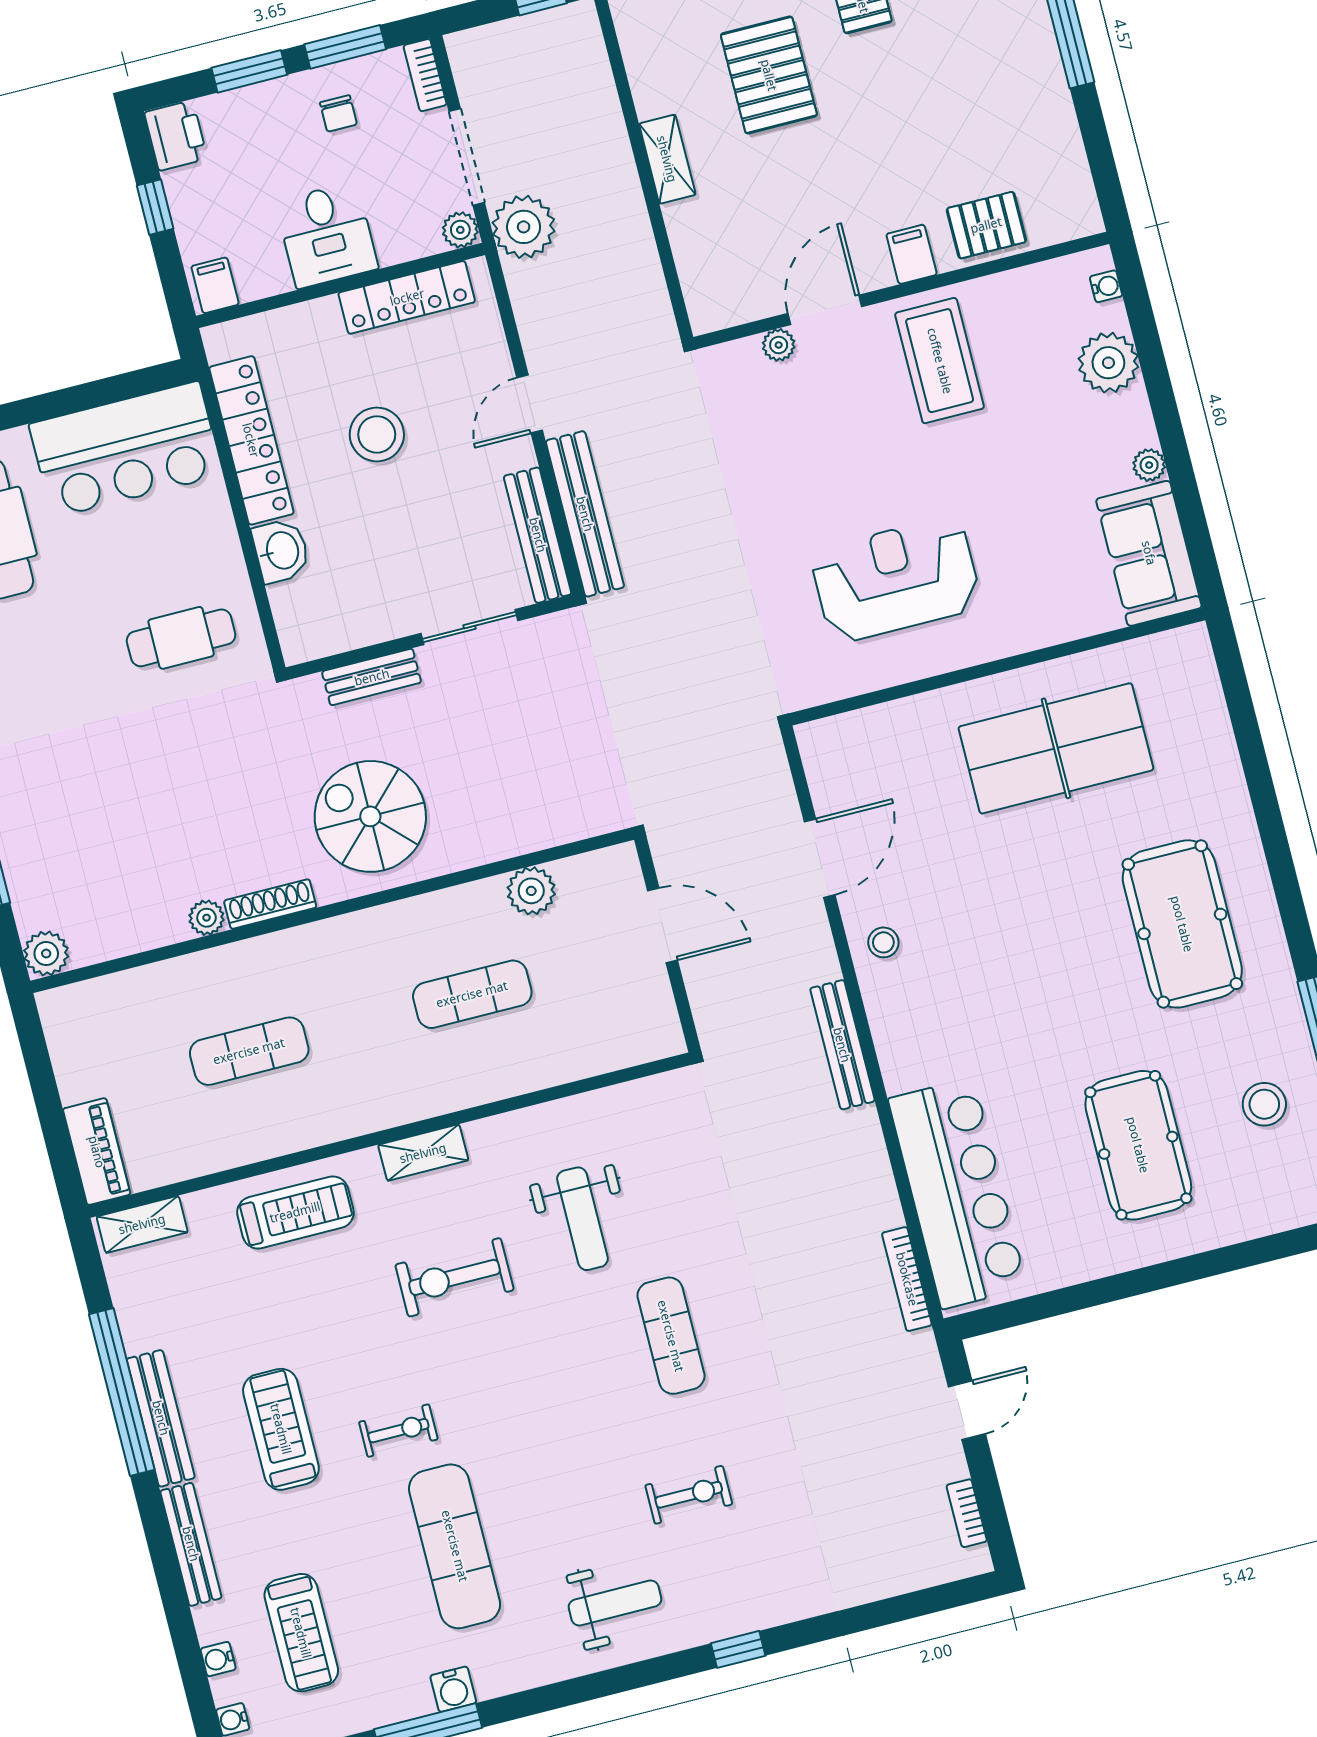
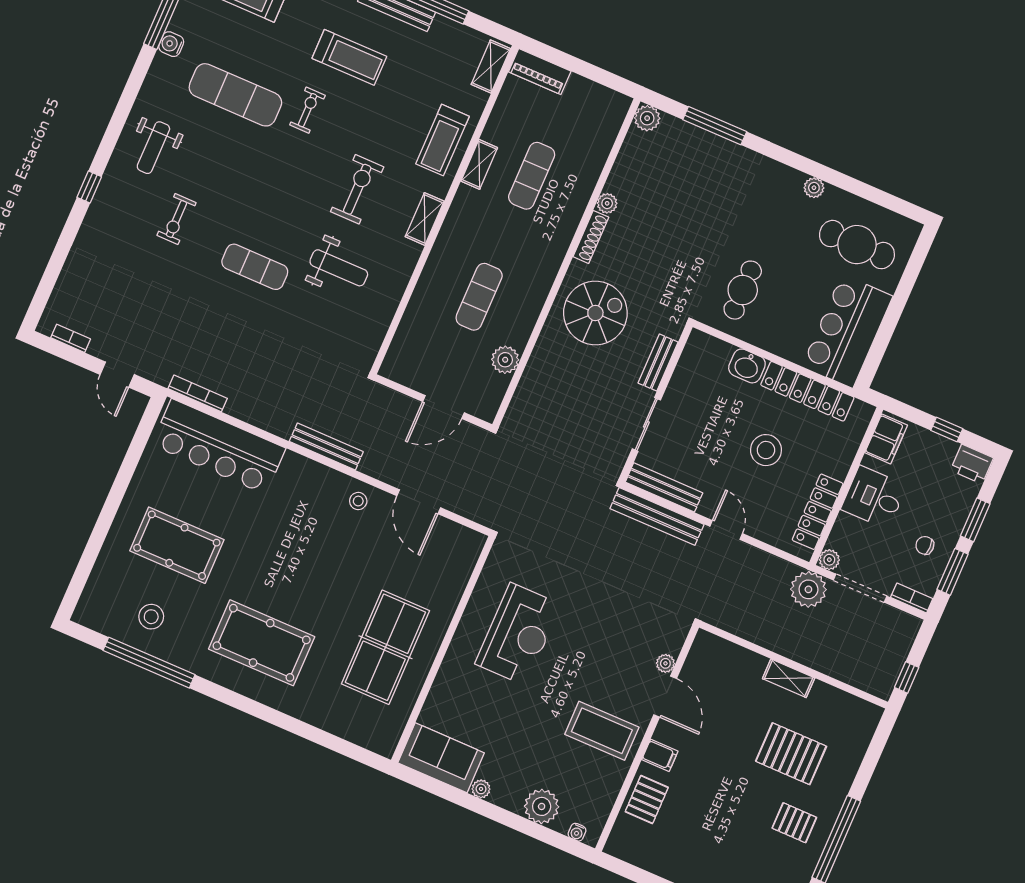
filing cabinet: (215, 285) -> (886, 439), width x2.00
shelving: (290, 1136) -> (479, 164), added
weight bench: (582, 1219) -> (339, 268), turned 180
exercise bike: (398, 1431) -> (308, 110), turned 180

